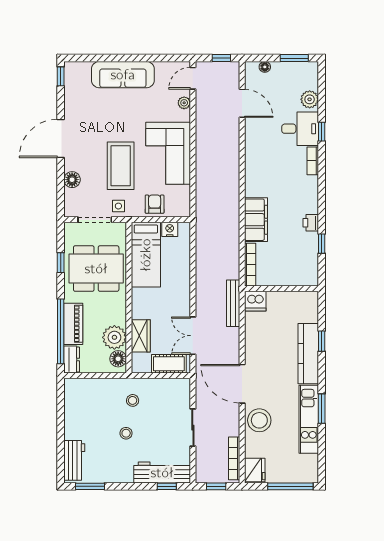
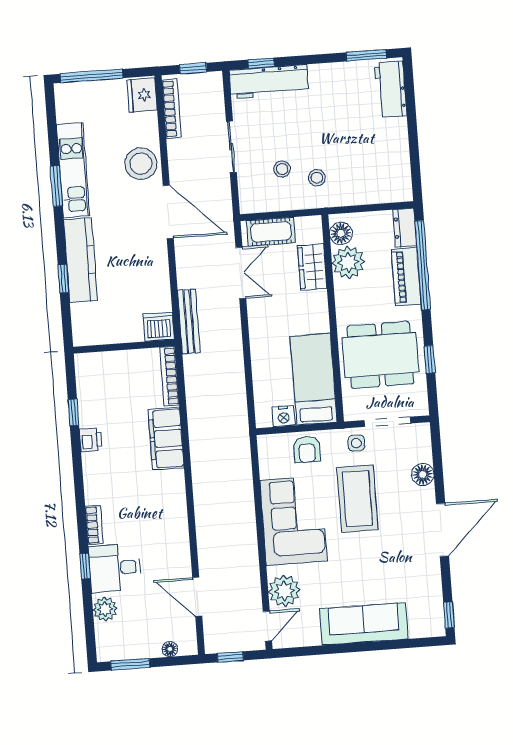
plant: (184, 103) -> (284, 591), width x1.87, depth x1.87
stool: (126, 433) -> (282, 169), moved

